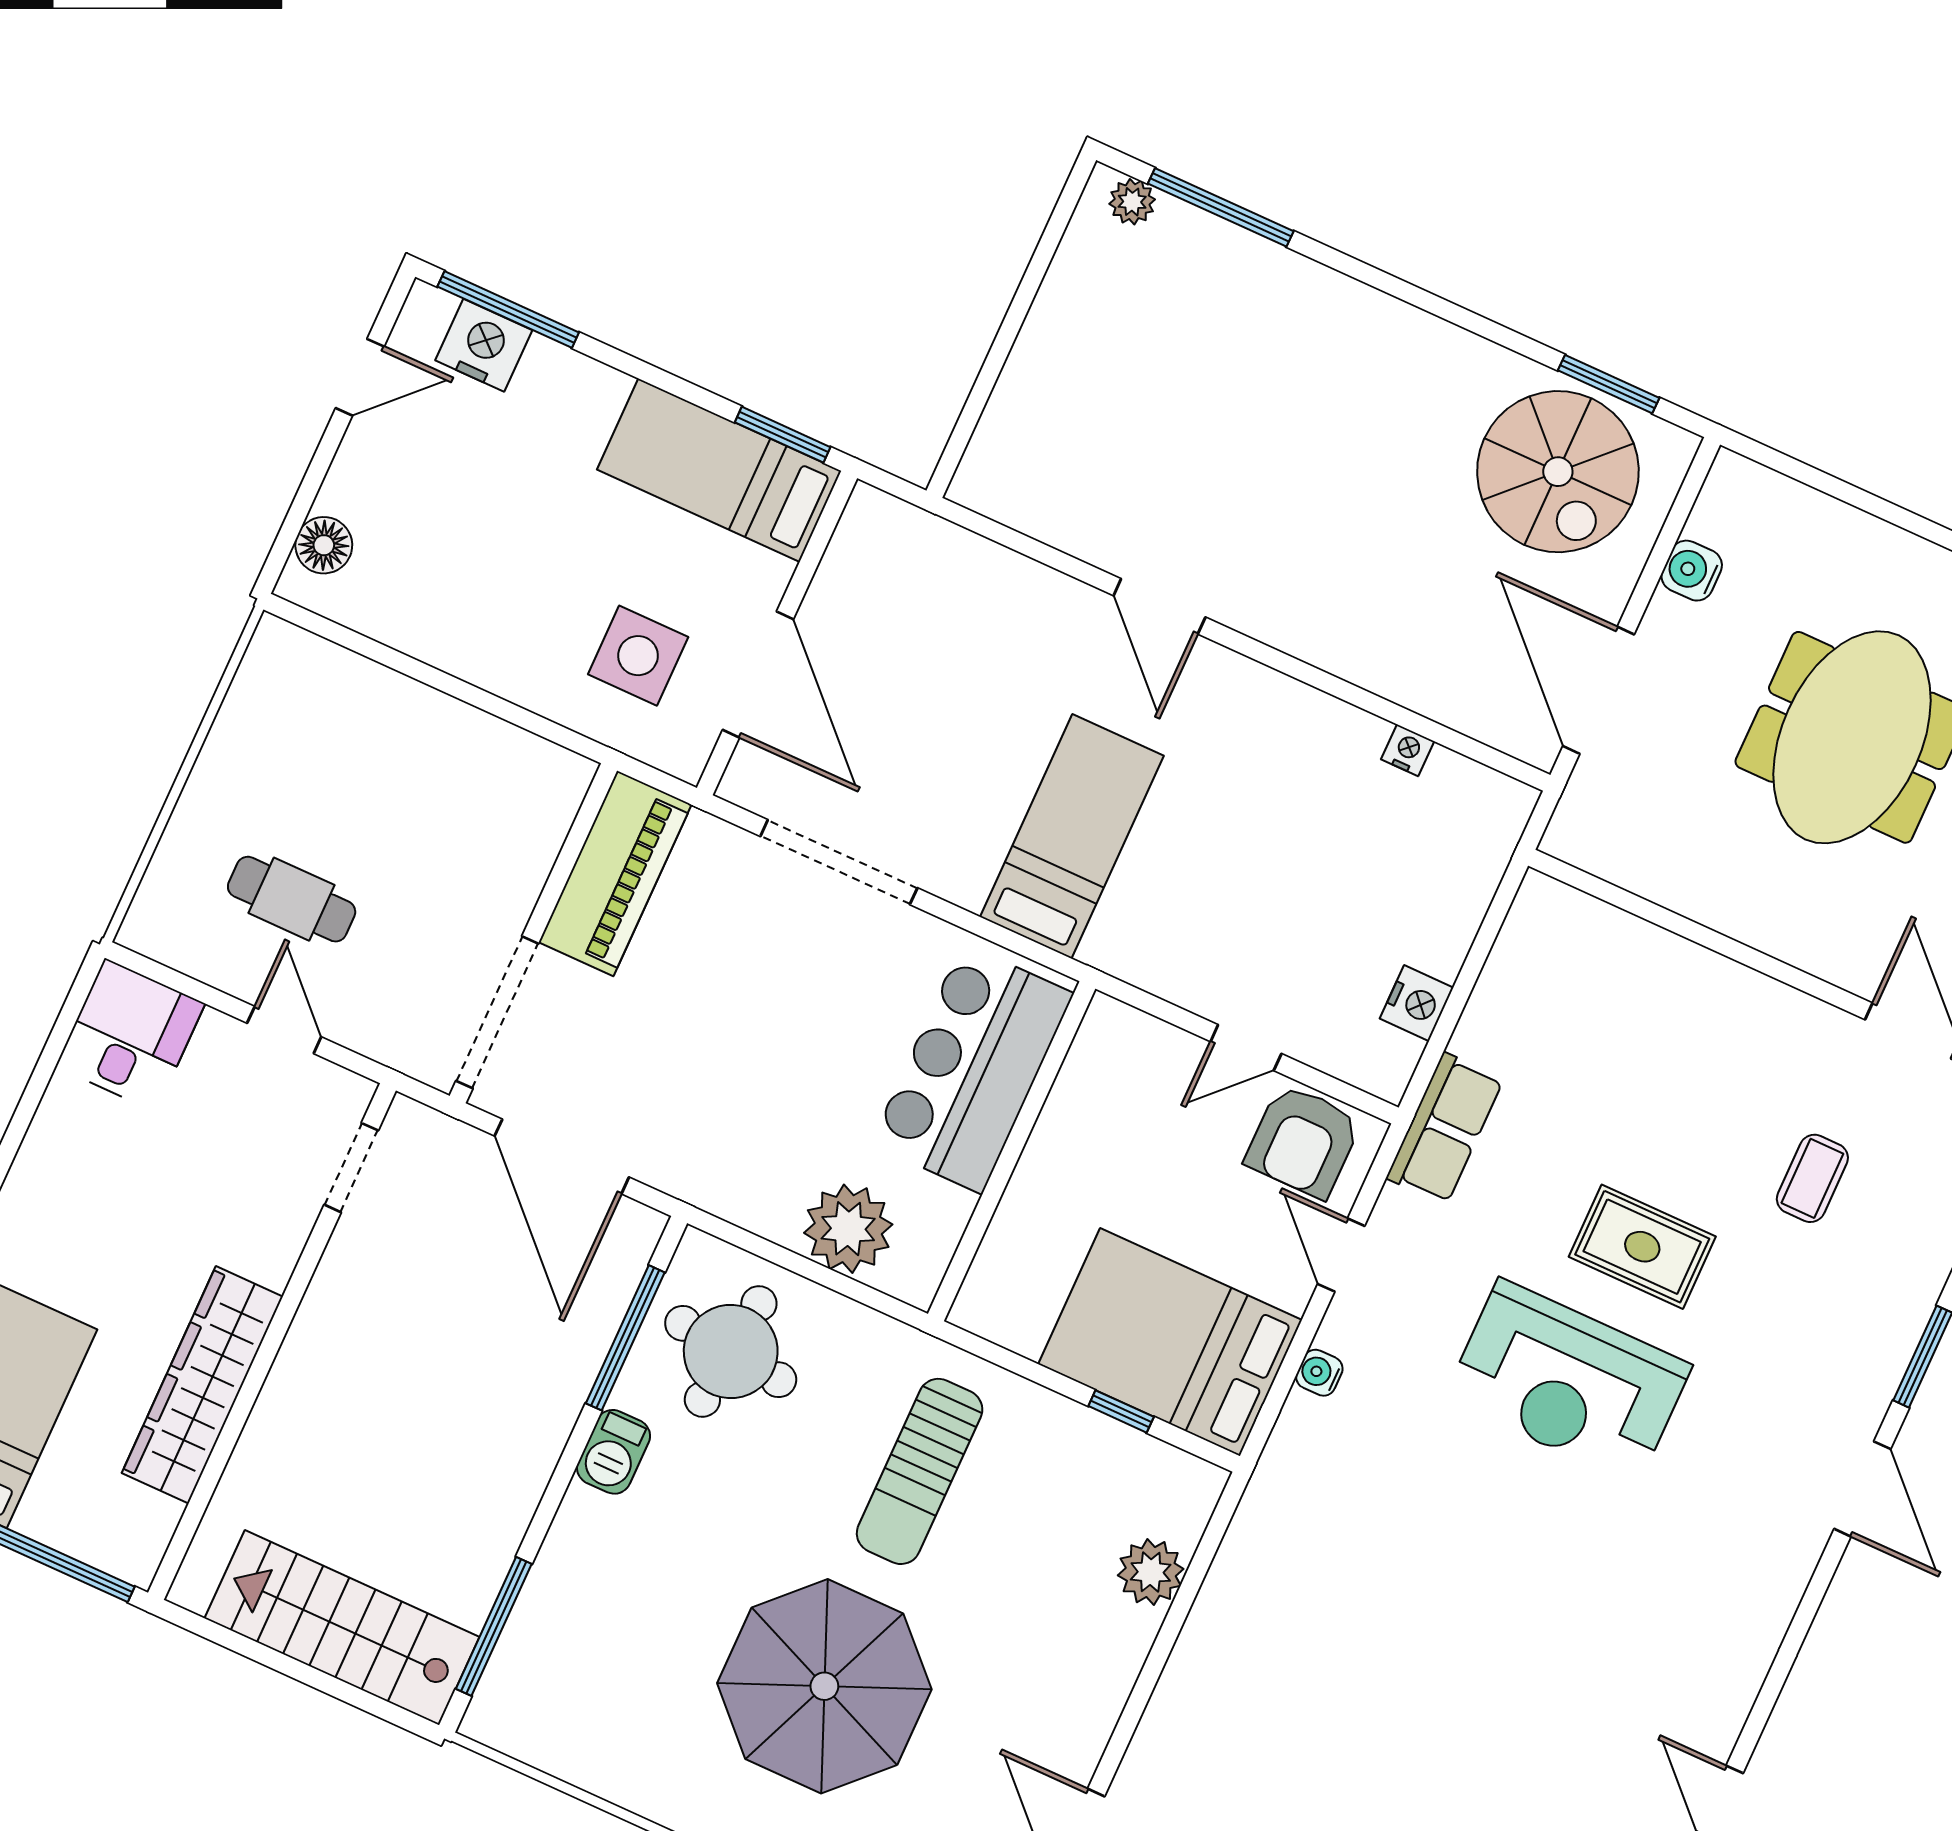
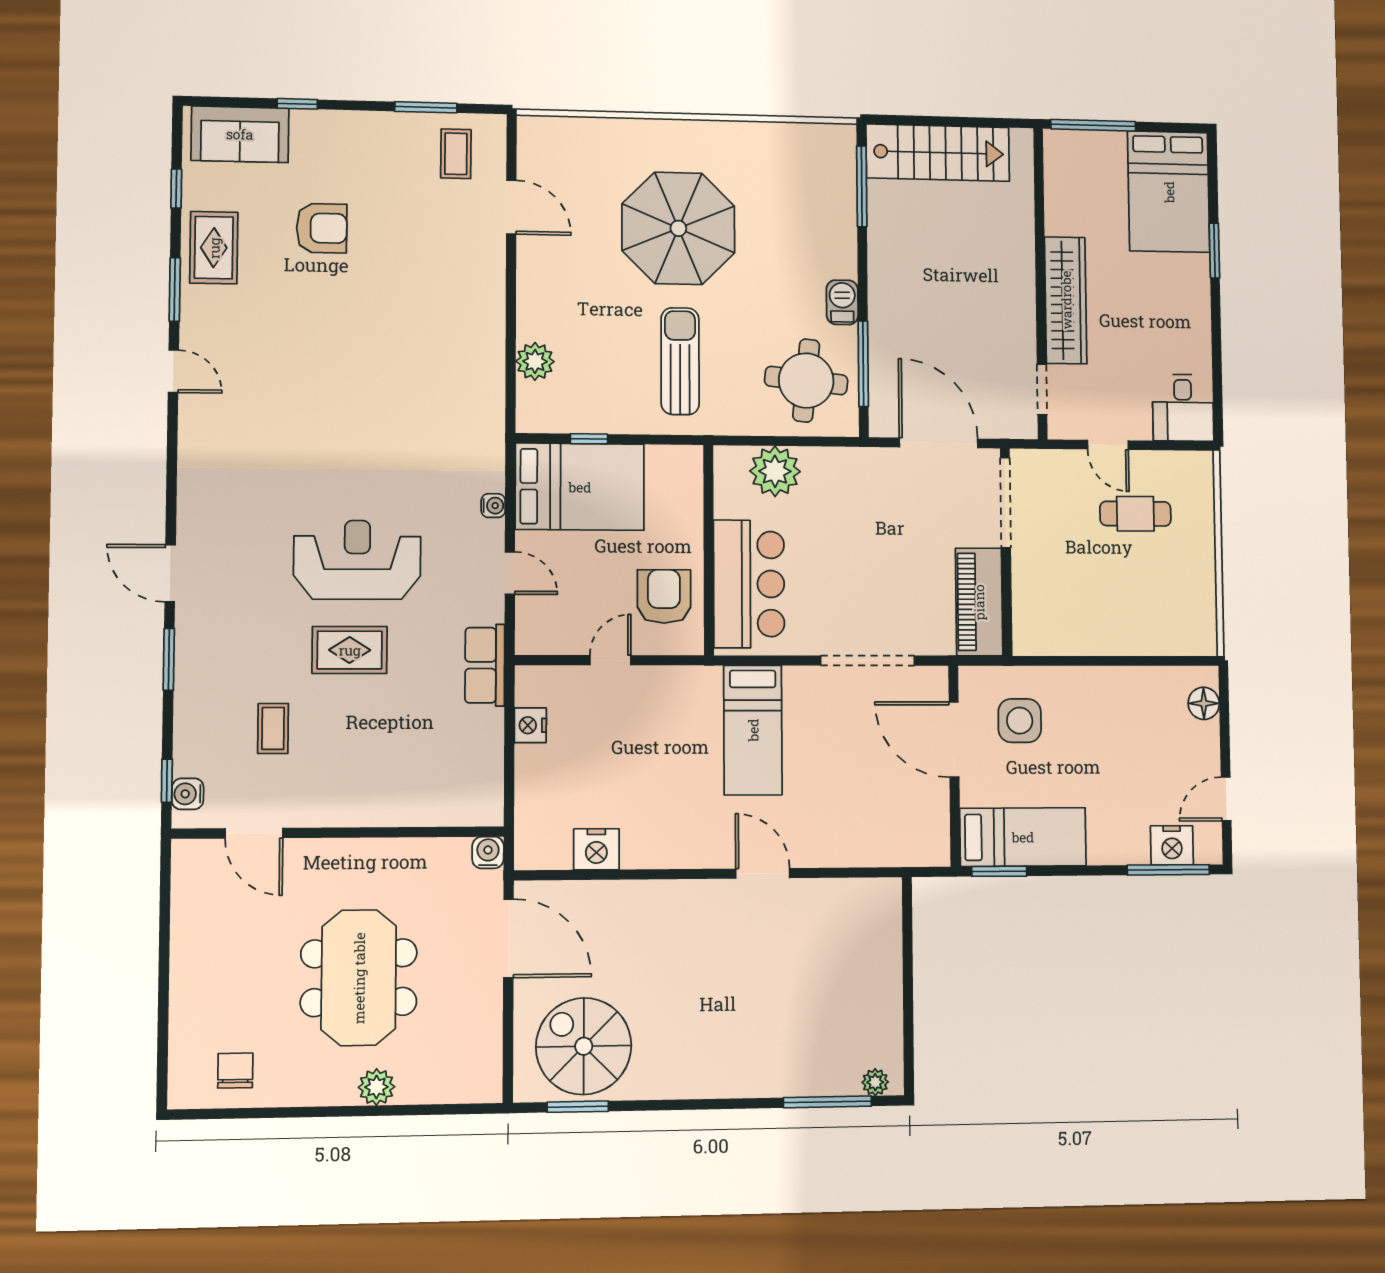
plant: (1899, 559) -> (377, 1087), added
water cooler: (1692, 571) -> (488, 853), moved, turned -90
nightstand: (1408, 750) -> (596, 849), width x1.89, depth x1.79
armchair: (1303, 1141) -> (664, 596), moved
wardrobe: (202, 1385) -> (1066, 300), moved

